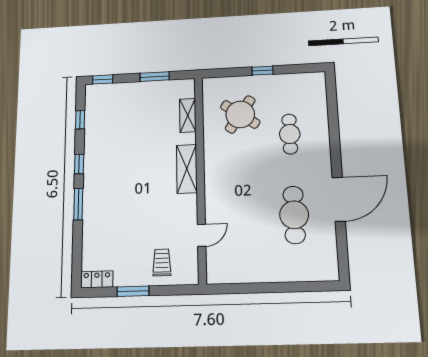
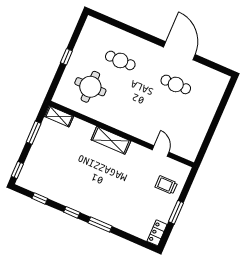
round table: (240, 114) -> (90, 87), turned -35
shelving: (188, 115) -> (59, 116), moved
cafe table: (294, 215) -> (176, 84), width x0.73, depth x0.74

